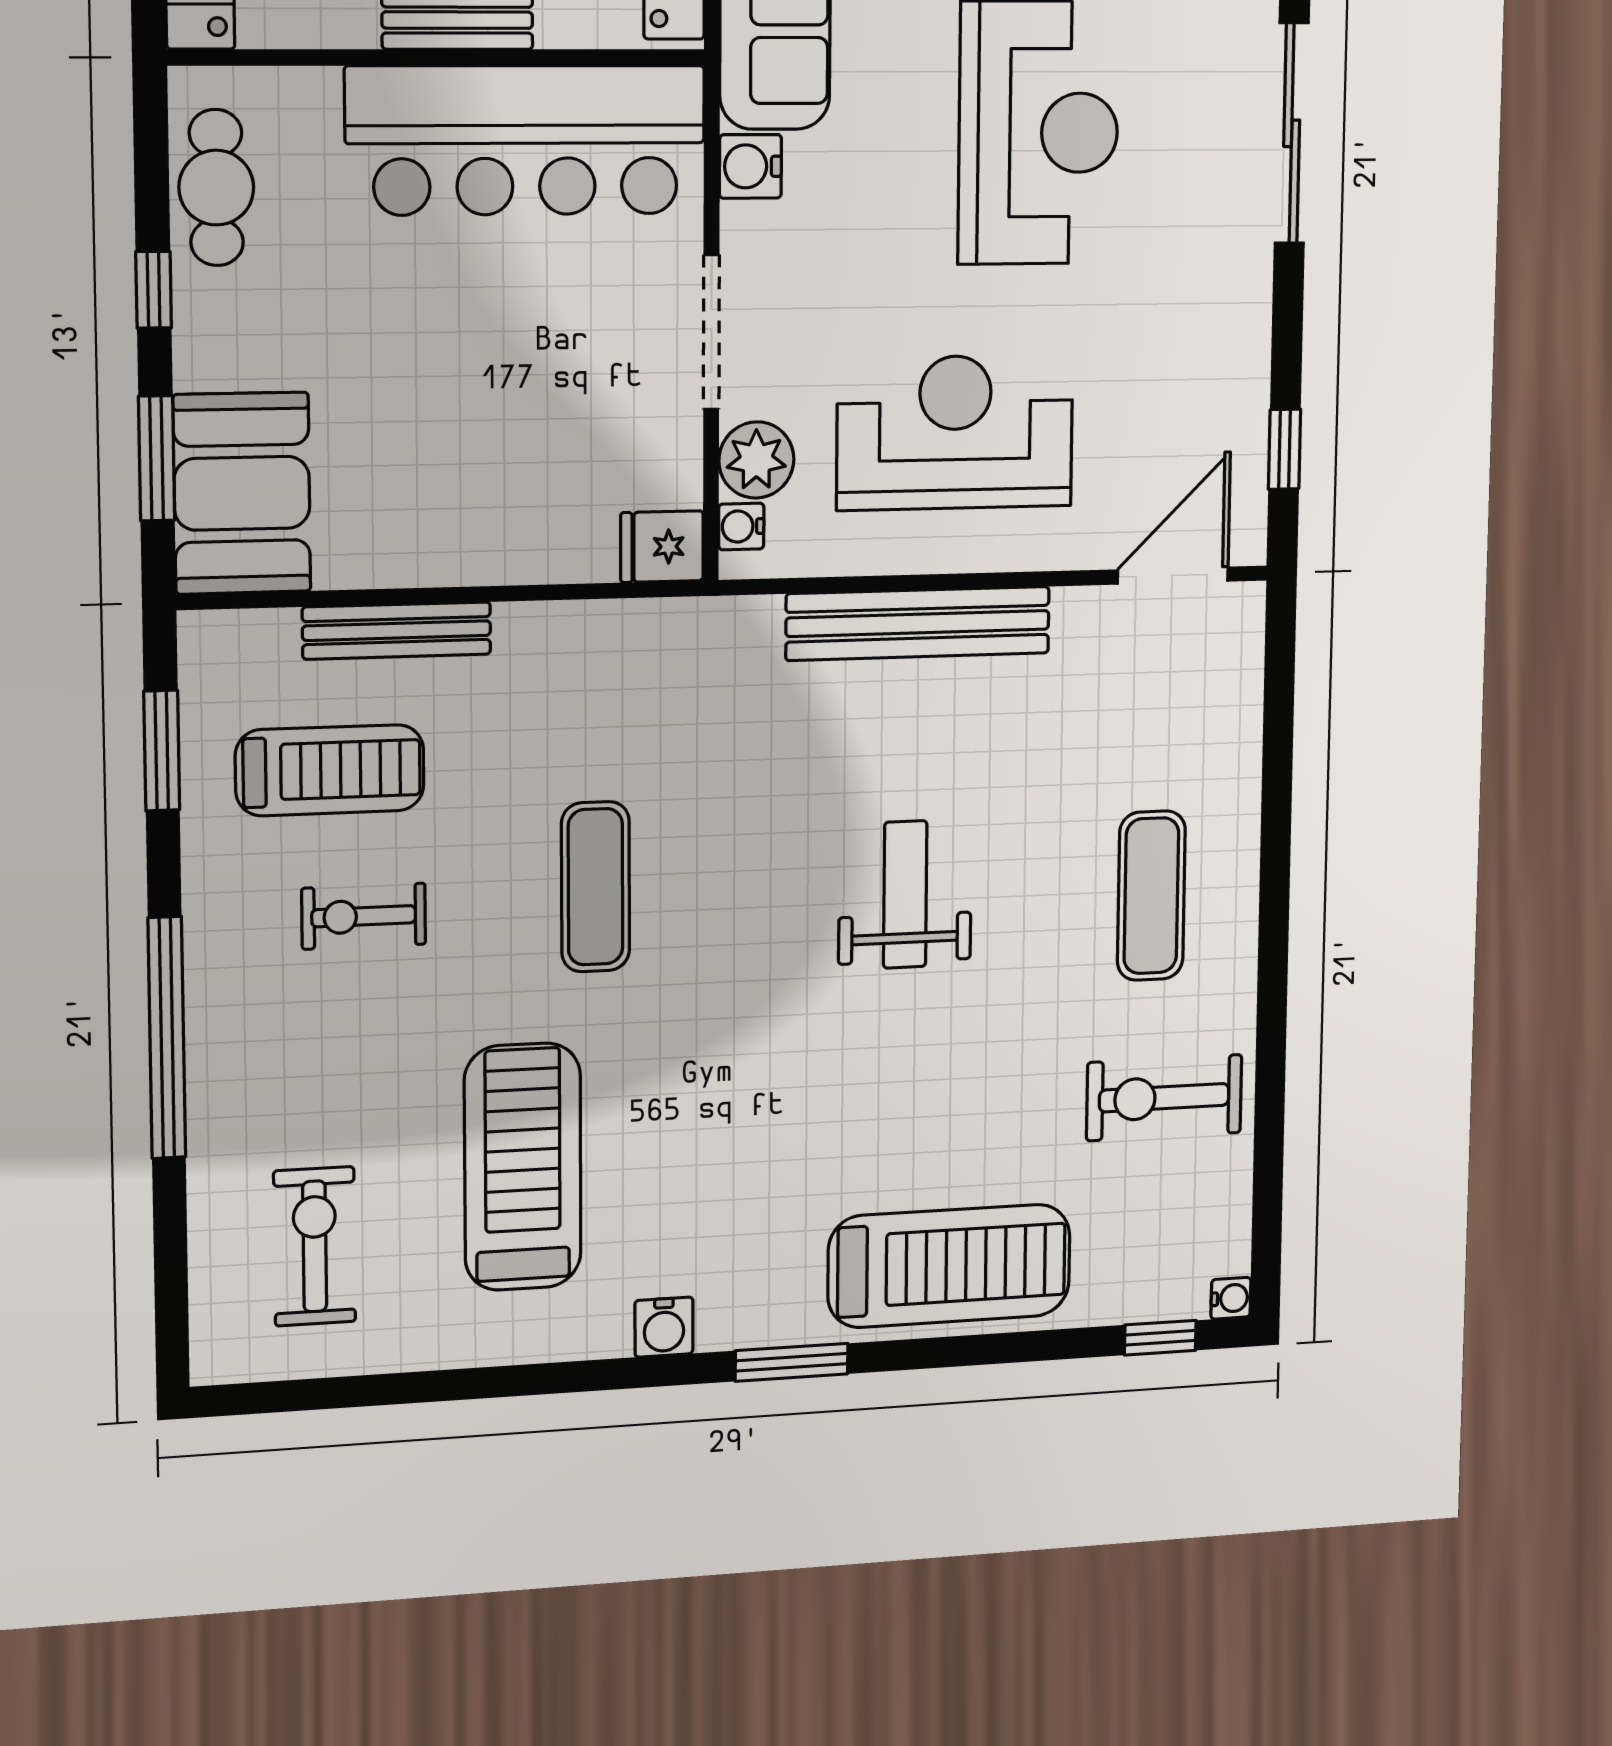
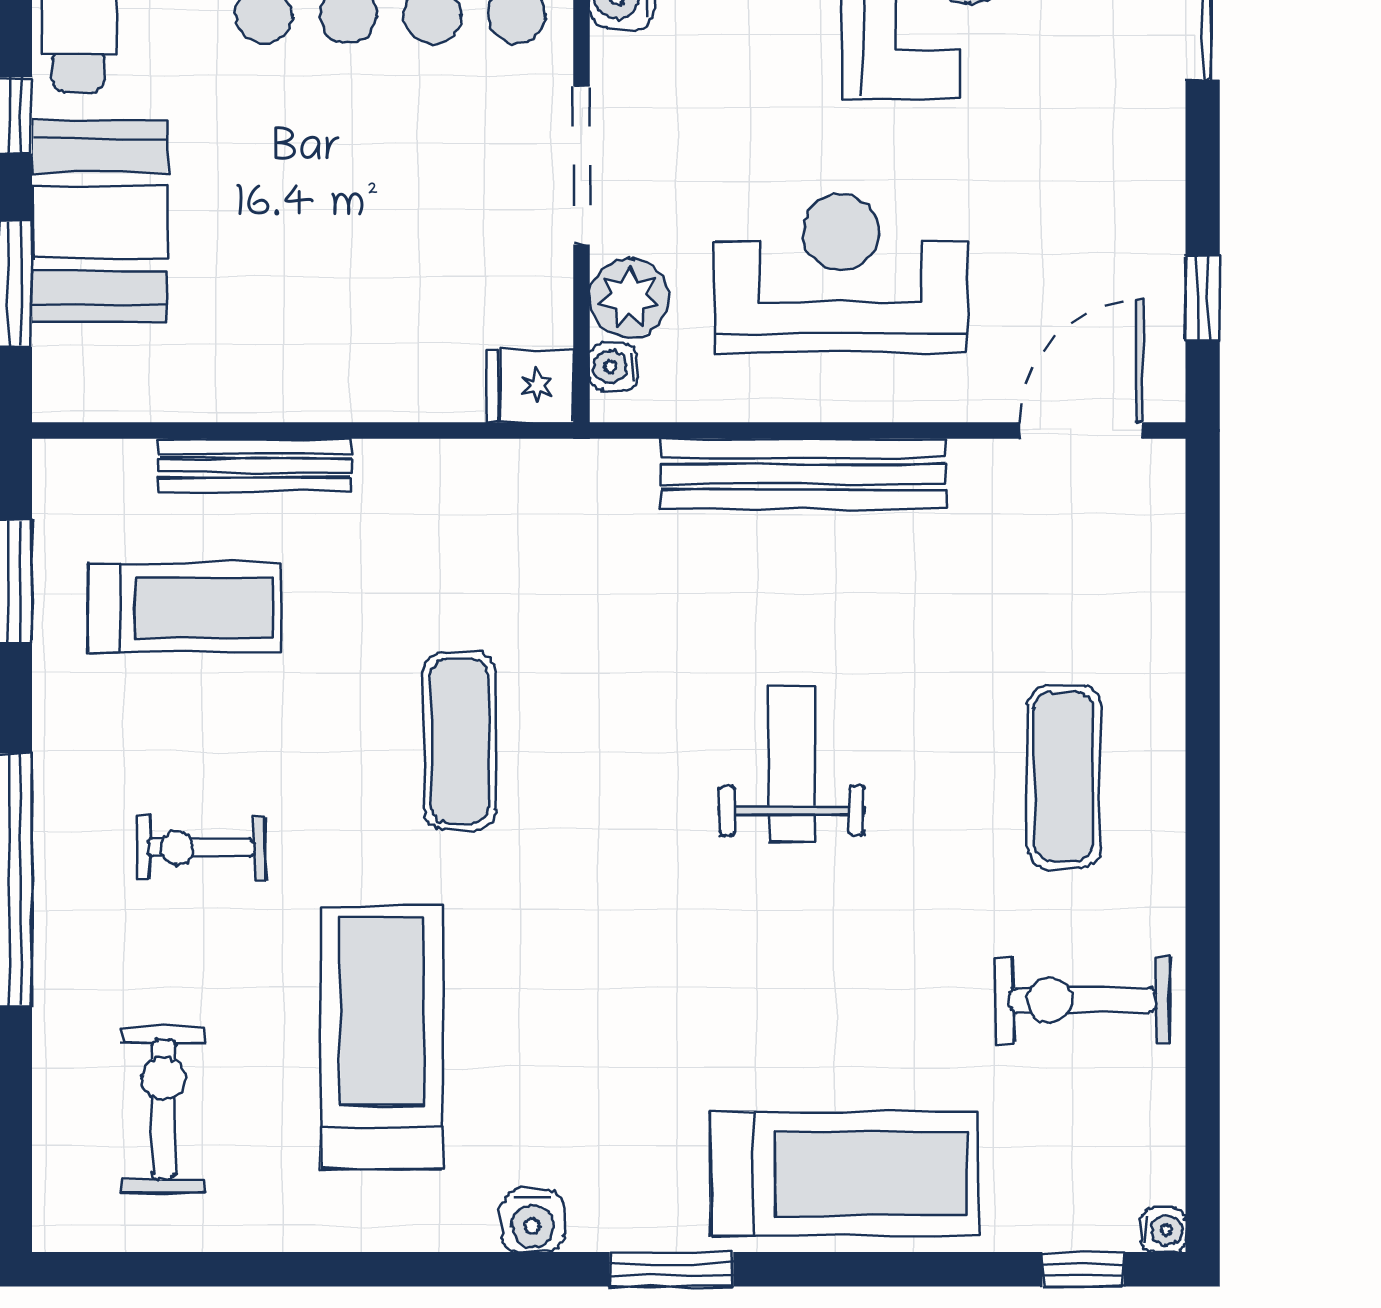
booth: (242, 493) -> (100, 222), moved
exercise bike: (364, 916) -> (201, 848), moved

